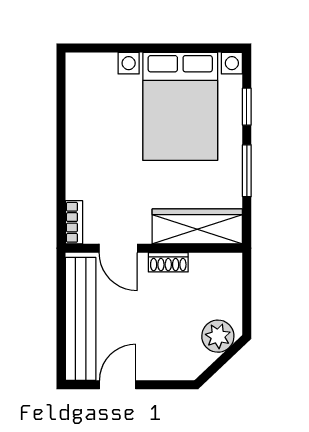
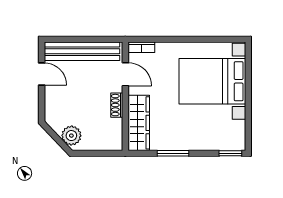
bed with nightstands: (180, 106) -> (212, 81), moved
window: (247, 107) -> (230, 153), moved
door: (118, 248) -> (125, 74), swing flipped

